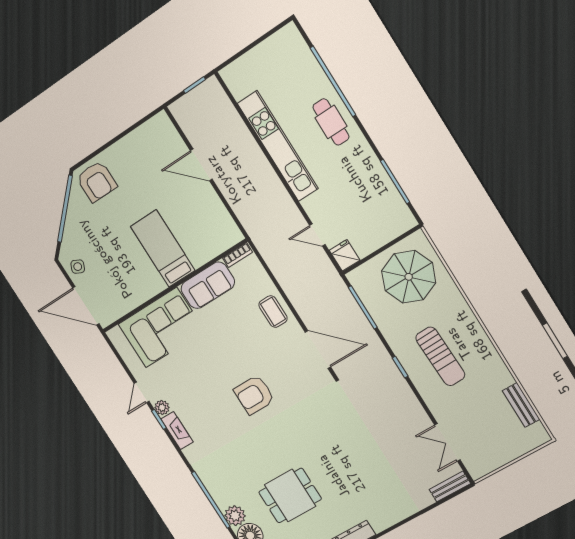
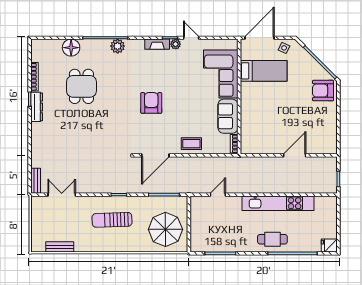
bed: (163, 248) -> (264, 71), moved
fridge: (345, 255) -> (329, 246), moved, turned 180
plant: (235, 516) -> (118, 46), moved

